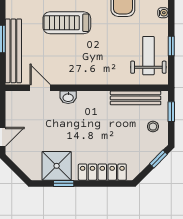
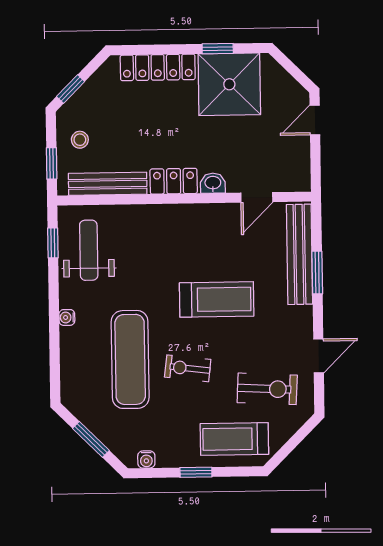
window: (171, 46) -> (53, 243), moved
weight bench: (148, 56) -> (89, 250), turned 180
door: (40, 88) -> (257, 197), hinge flipped
locker: (93, 99) -> (174, 181), added
shower: (57, 166) -> (229, 84), width x1.37, depth x1.37

